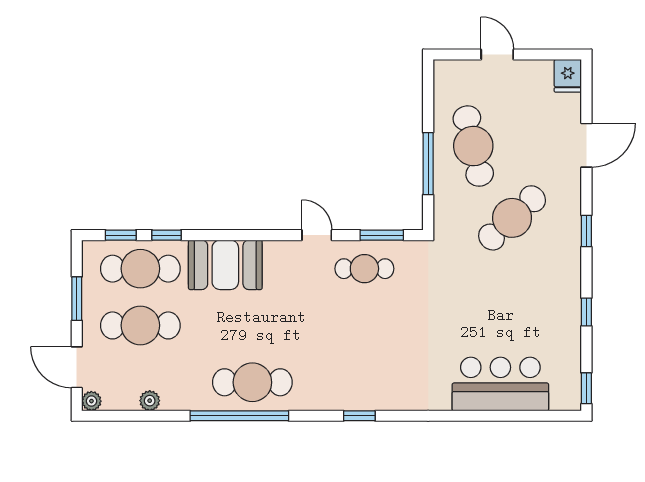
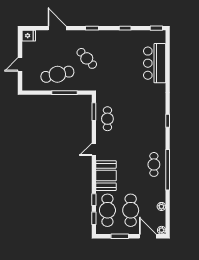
cafe table: (512, 218) -> (87, 58), width x0.73, depth x0.74
door: (317, 235) -> (94, 149), moved
door: (77, 367) -> (148, 236), swing flipped
cafe table: (252, 382) -> (154, 164), width x0.73, depth x0.74

